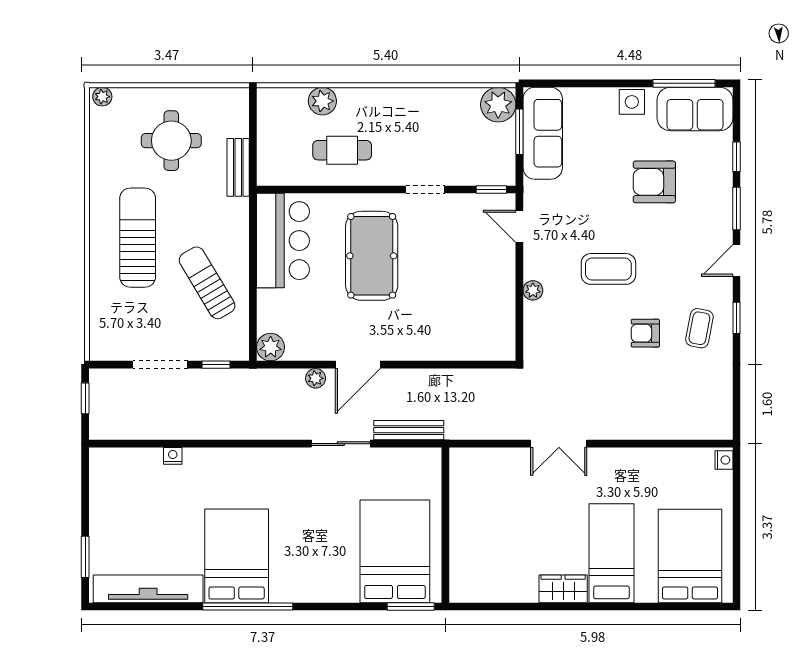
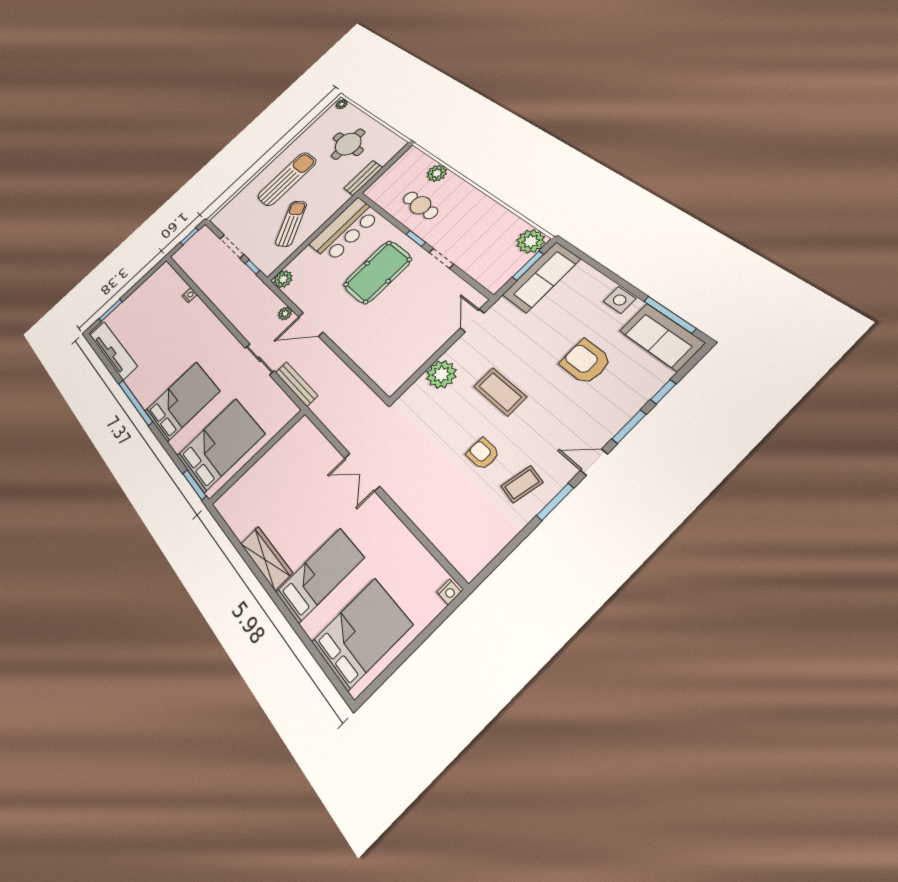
window: (491, 190) -> (416, 238), moved
plant: (533, 290) -> (441, 374), width x1.87, depth x1.87
window: (737, 318) -> (555, 502), width x1.50
bed: (237, 556) -> (182, 401), moved
wardrobe: (563, 589) -> (266, 558), width x1.50

